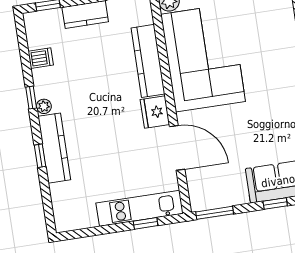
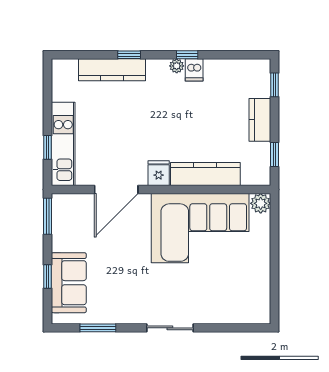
dishwasher: (41, 58) -> (194, 70), moved
fridge: (155, 112) -> (159, 173), width x0.72
kitchen counter: (54, 148) -> (112, 70), moved

